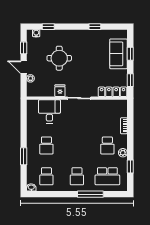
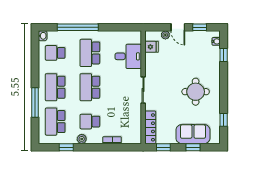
window: (95, 27) -> (224, 120), moved
round table: (59, 58) -> (196, 92), moved
door: (24, 67) -> (178, 27), swing flipped
fridge: (60, 91) -> (152, 47), moved
school desk: (46, 145) -> (90, 53), width x1.85
school desk: (77, 145) -> (90, 87), added
window: (24, 156) -> (78, 27), width x2.11
school desk: (77, 176) -> (55, 87), width x1.85

